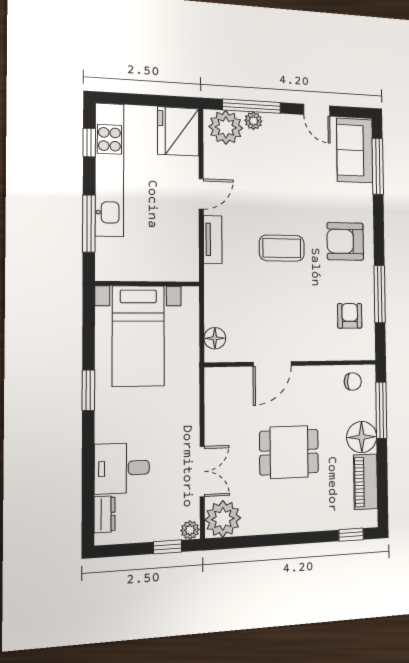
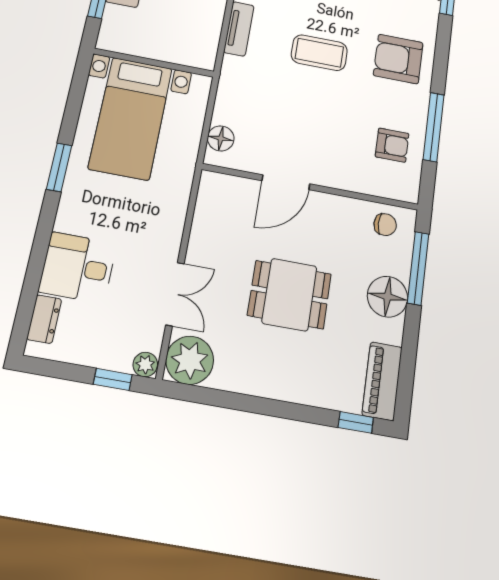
armchair: (350, 316) -> (392, 145), turned 90
piano: (366, 482) -> (382, 381), moved

